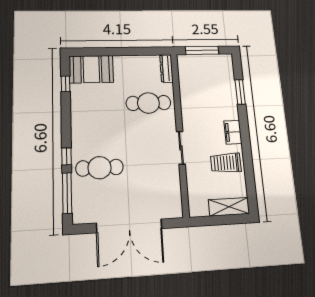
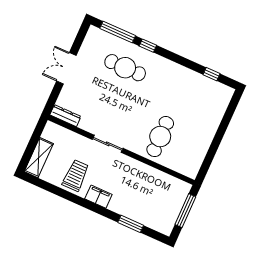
dresser: (166, 68) -> (65, 116), moved
booth: (91, 69) -> (214, 103), removed
cafe table: (100, 168) -> (125, 68), turned 90
double door: (129, 226) -> (66, 68), width x0.54

